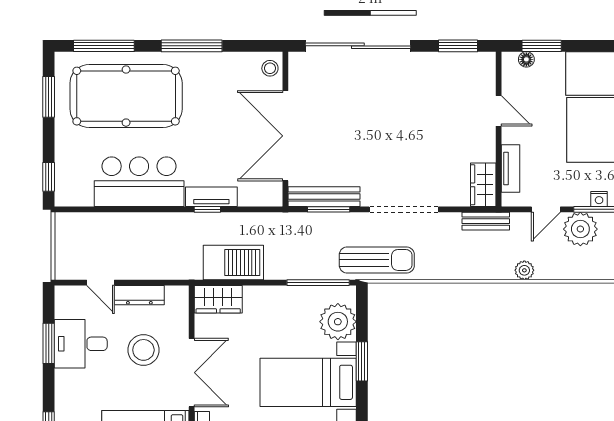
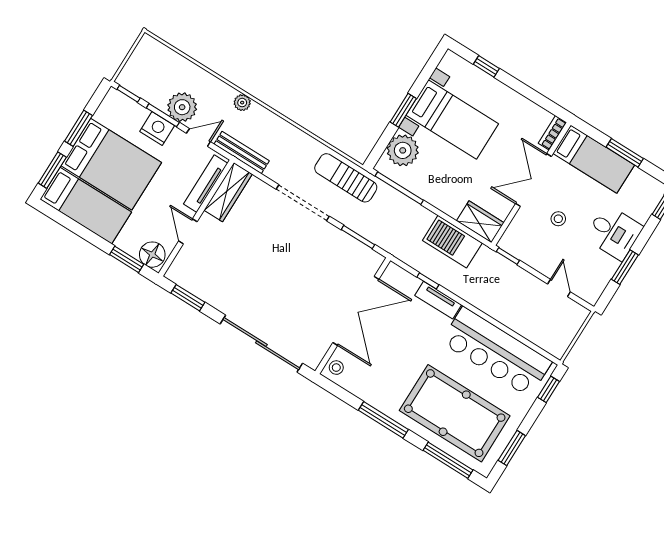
floor lamp: (526, 59) -> (152, 255), width x1.89, depth x1.89
tv unit: (511, 169) -> (206, 184), width x1.41
bar counter: (139, 182) -> (496, 352), width x1.36
wardrobe: (483, 185) -> (228, 192), width x1.50
bench: (324, 197) -> (355, 249), removed
nightstand: (599, 199) -> (157, 128), width x1.89, depth x1.79
window: (207, 209) -> (428, 281), moved
bench: (486, 221) -> (242, 152), width x1.36
window: (170, 283) -> (508, 256), added
dresser: (139, 295) -> (536, 261), removed
desk: (81, 344) -> (614, 232), moved
stool: (143, 350) -> (558, 219), width x0.53, depth x0.53

